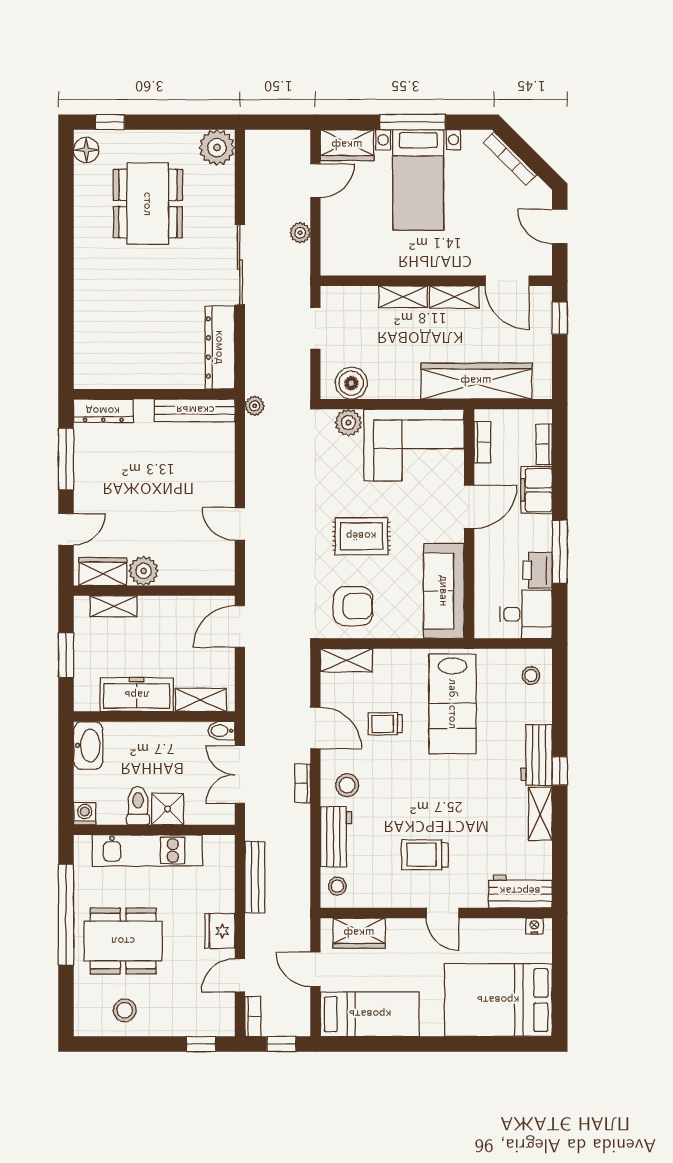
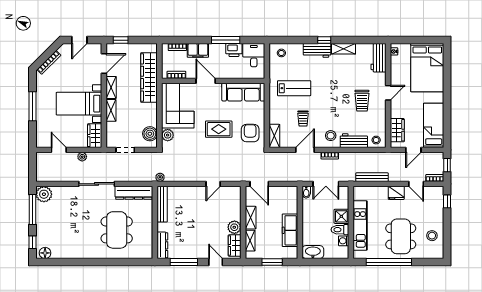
window: (183, 122) -> (32, 210), added
wardrobe: (347, 145) -> (95, 136), moved, turned 180
bed with nightstands: (418, 180) -> (79, 104), moved, turned 180
dining table: (148, 204) -> (117, 230), moved, turned 90
rug: (361, 536) -> (219, 129), turned 90
shelving: (201, 700) -> (251, 218), moved
lab bench: (453, 704) -> (294, 88), width x0.73, depth x0.72
washing machine: (85, 814) -> (344, 241), moved

